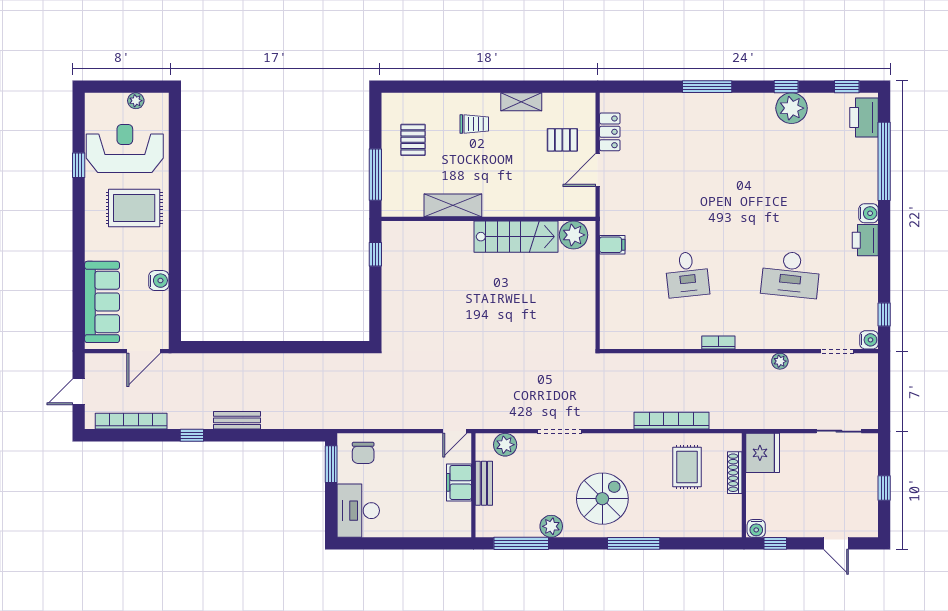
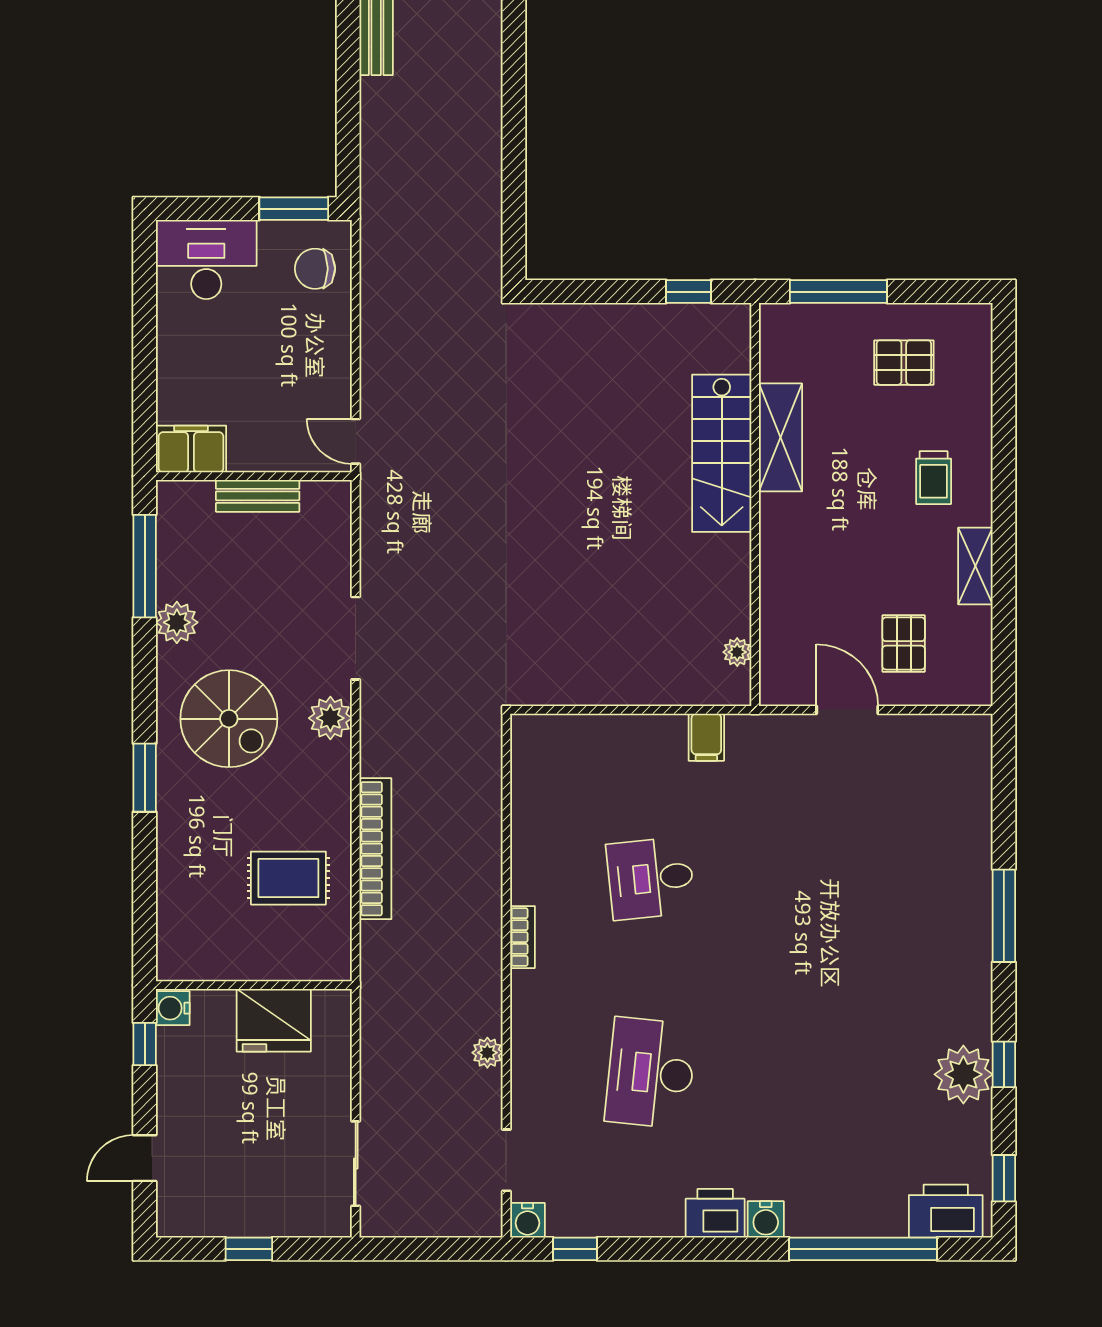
locker: (610, 132) -> (919, 733), removed
plant: (574, 235) -> (737, 652), width x0.53, depth x0.53
stairs: (516, 237) -> (722, 453), moved
plant: (505, 445) -> (330, 718), moved
fridge: (763, 453) -> (274, 1020), moved
shoe rack: (735, 473) -> (278, 968), removed
filing cabinet: (459, 482) -> (191, 449), moved
window: (634, 543) -> (145, 778), width x0.69

